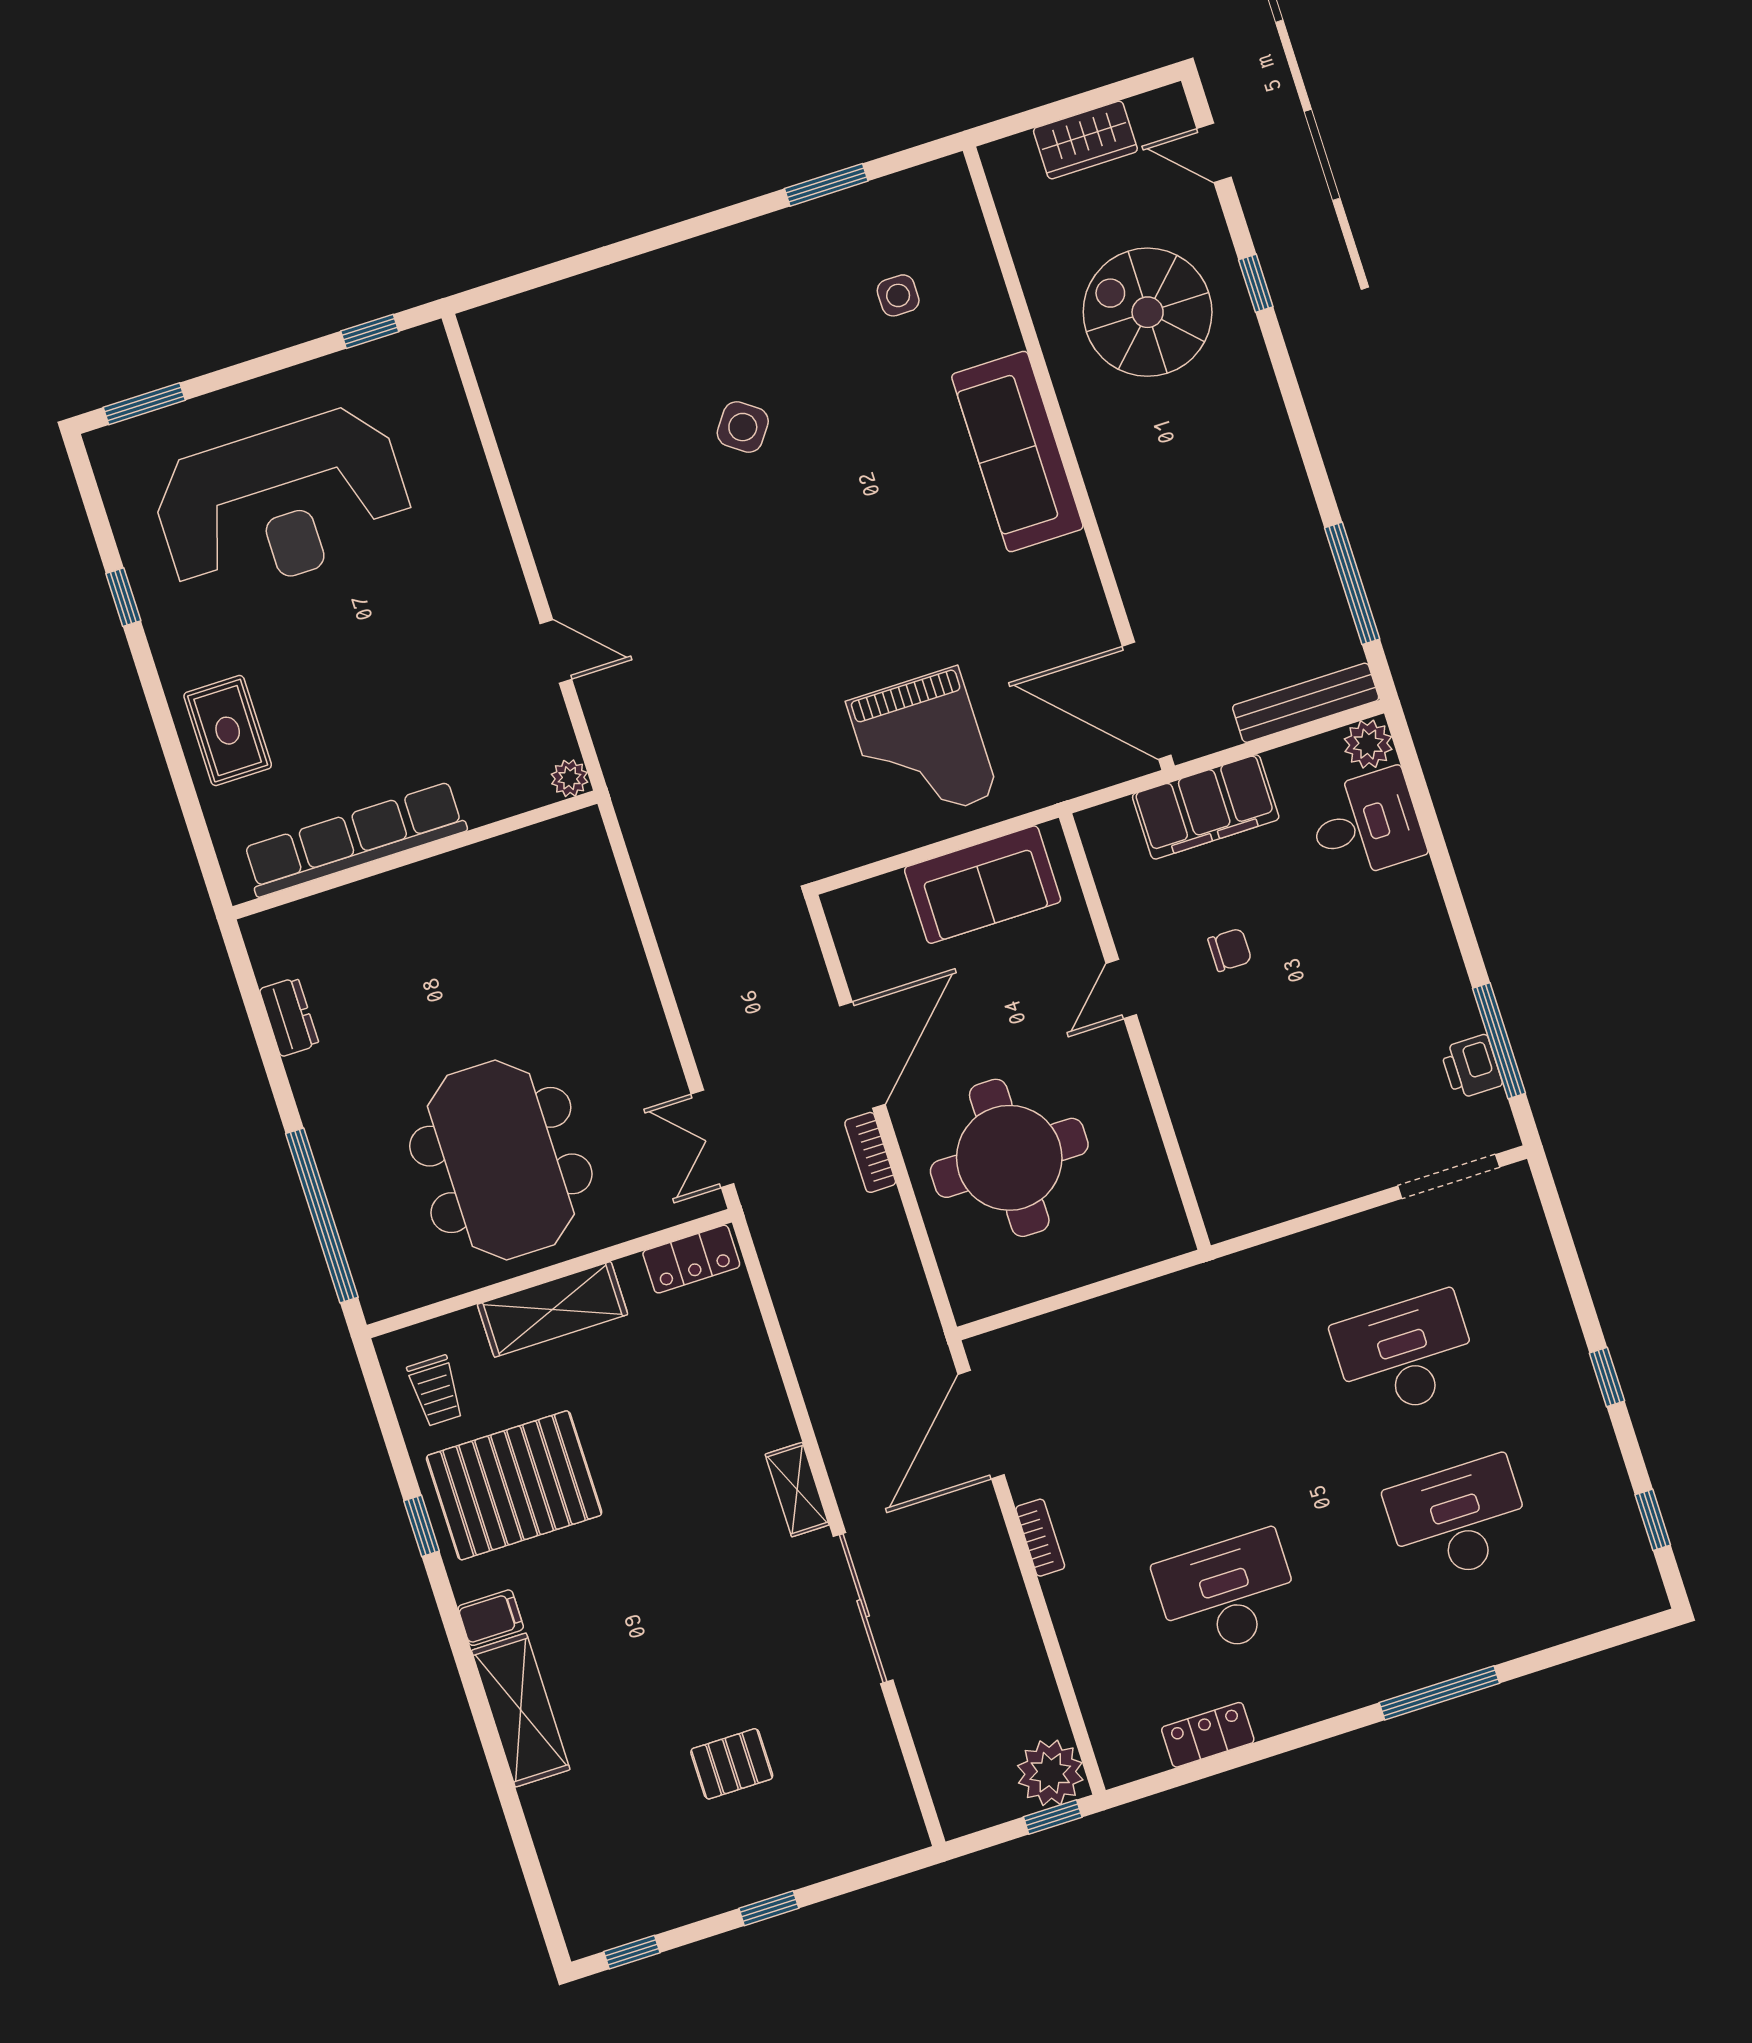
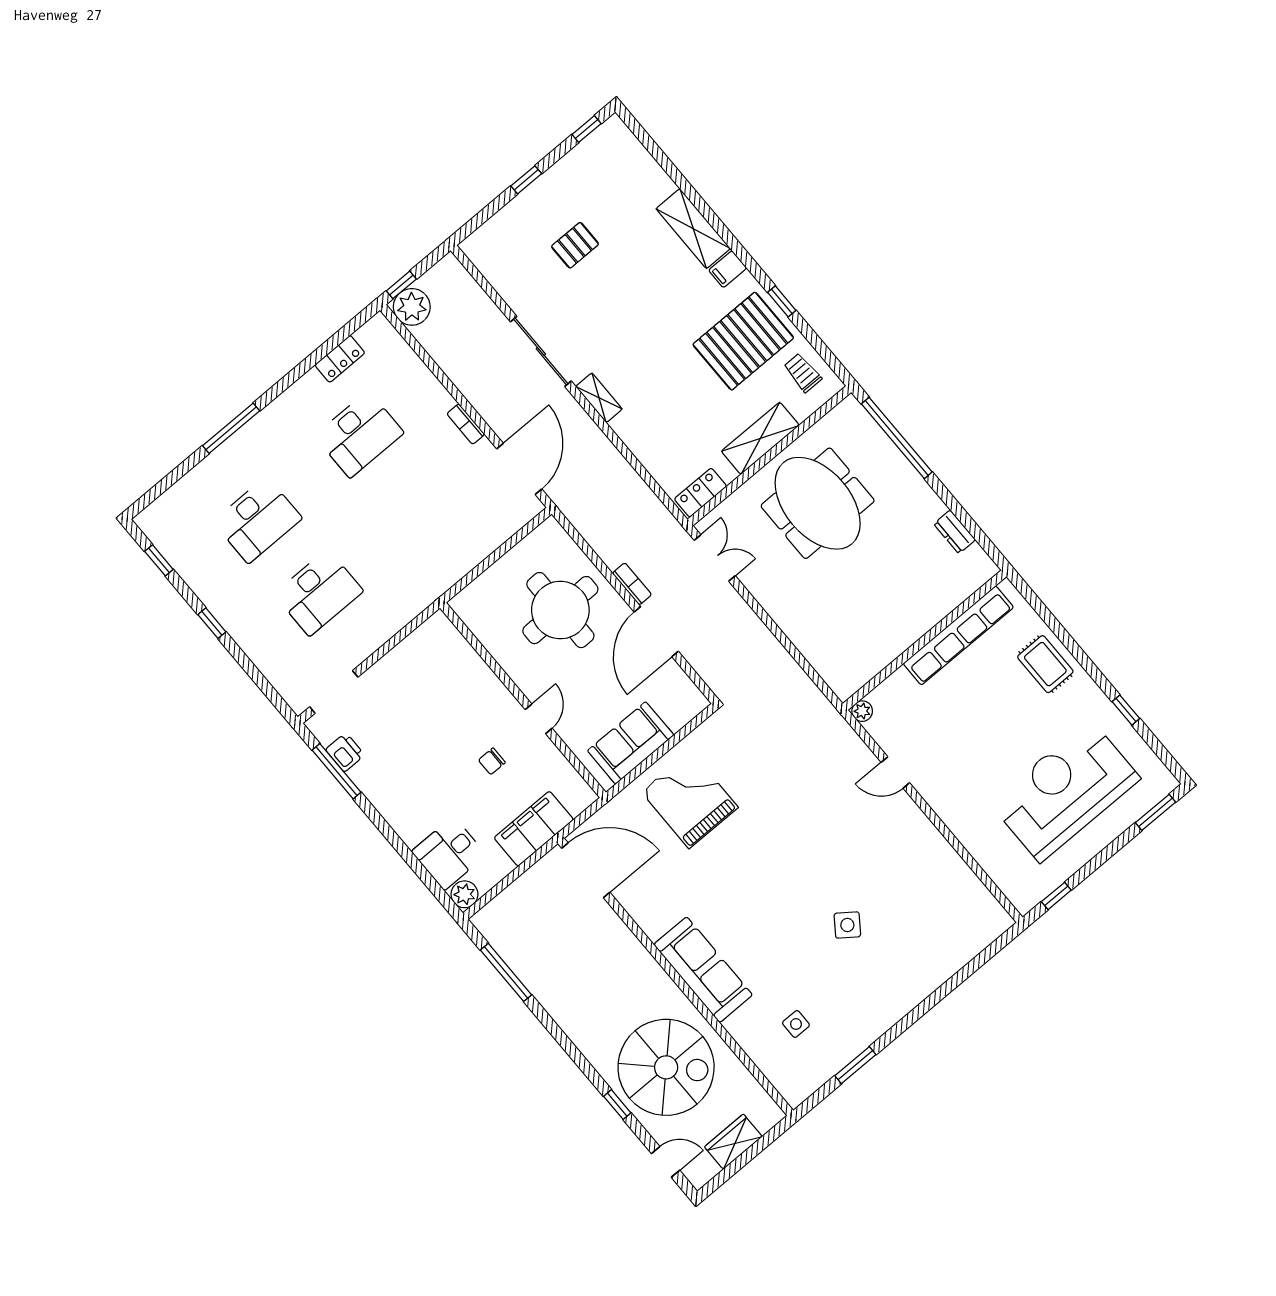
spiral stairs: (1148, 312) -> (666, 1067), width x1.37, depth x1.37
bench: (1306, 703) -> (505, 902), removed

